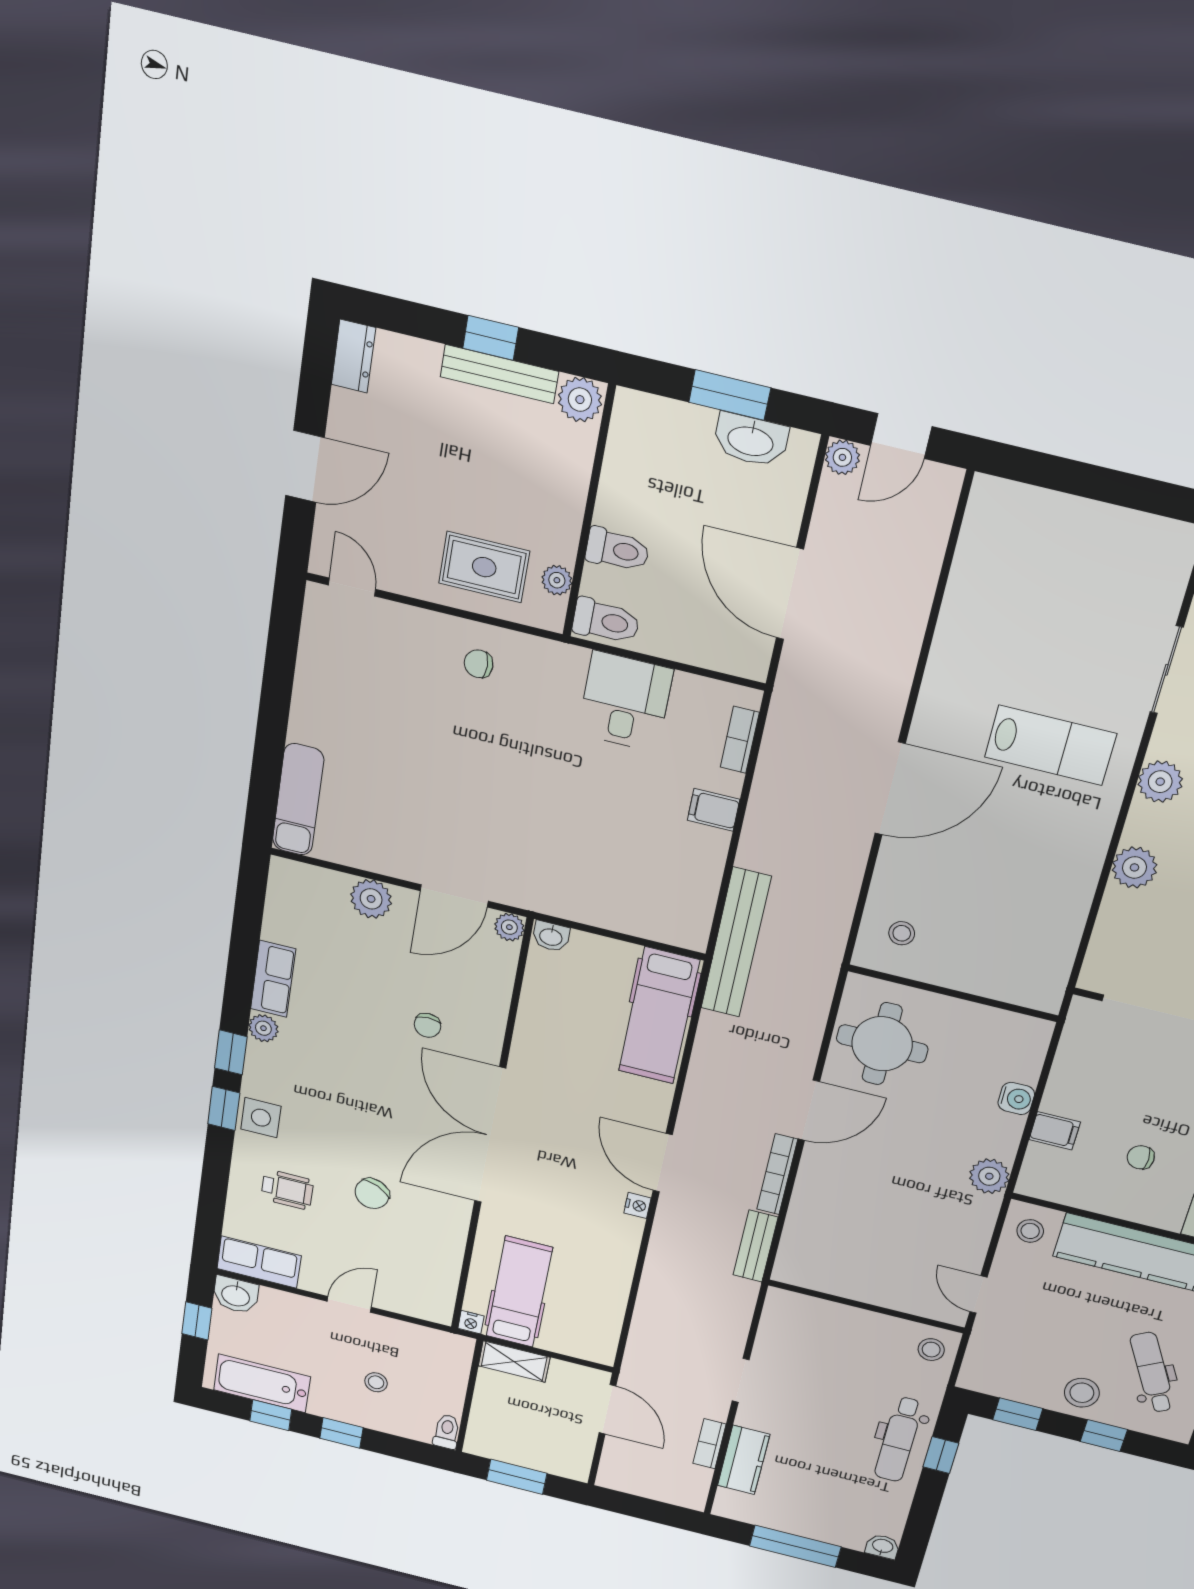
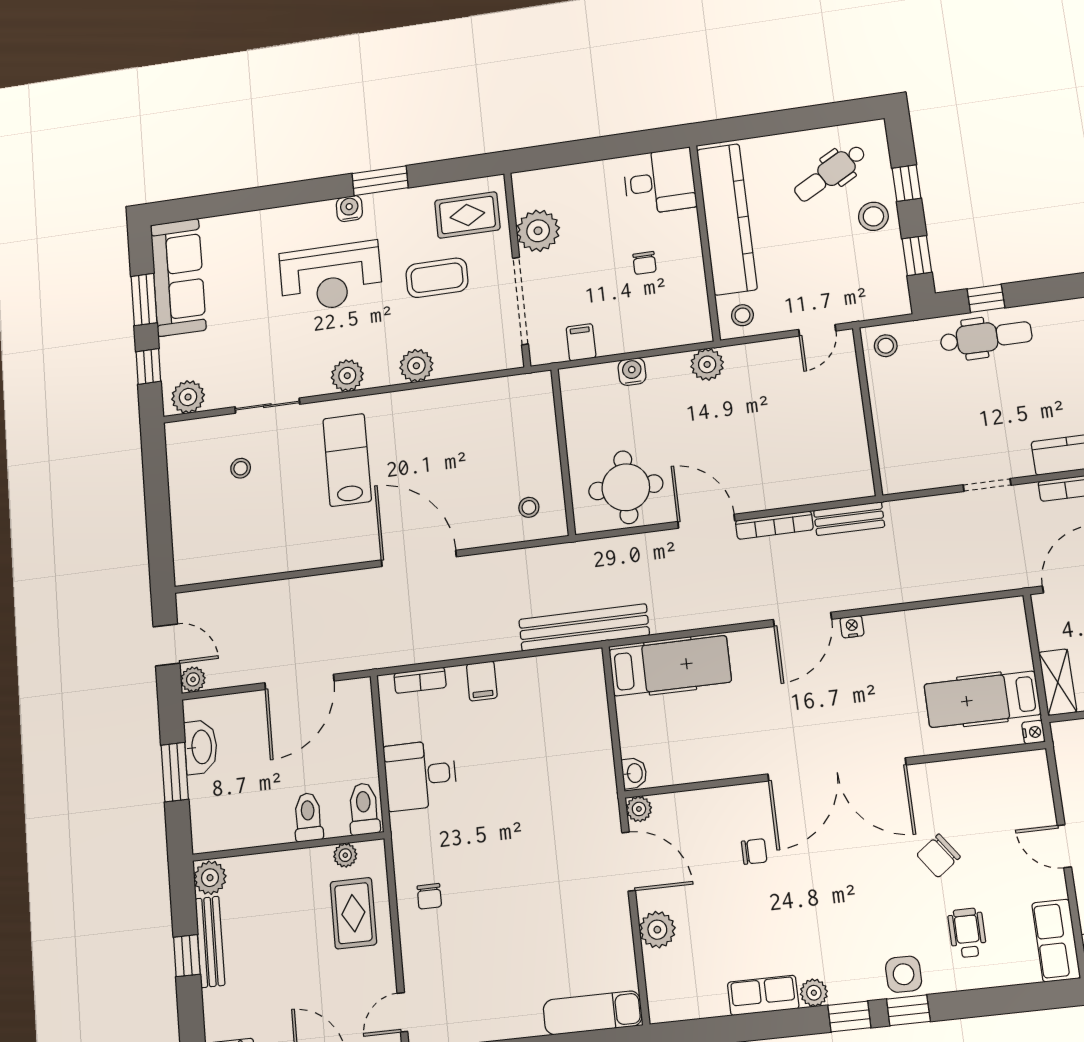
stool: (1098, 609) -> (241, 468), added
filing cabinet: (1055, 1131) -> (581, 342), moved
chair: (372, 1194) -> (938, 856), turned 119

